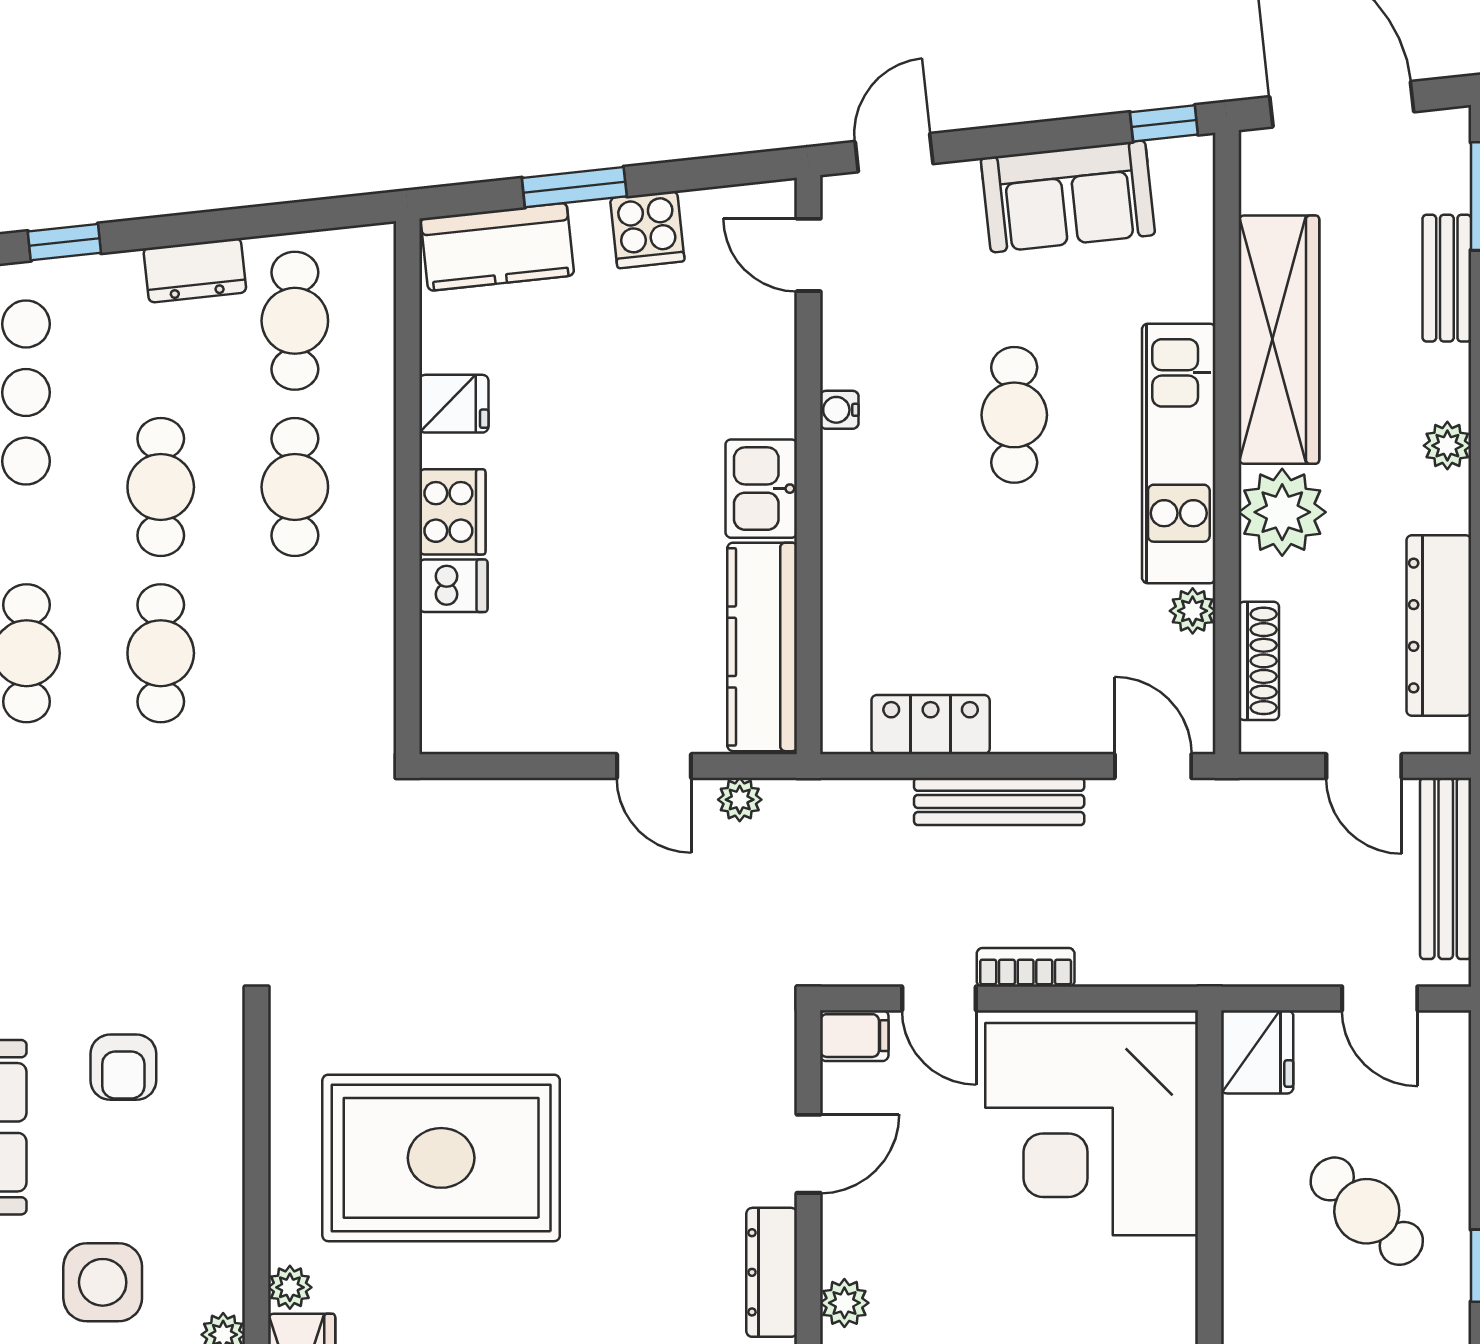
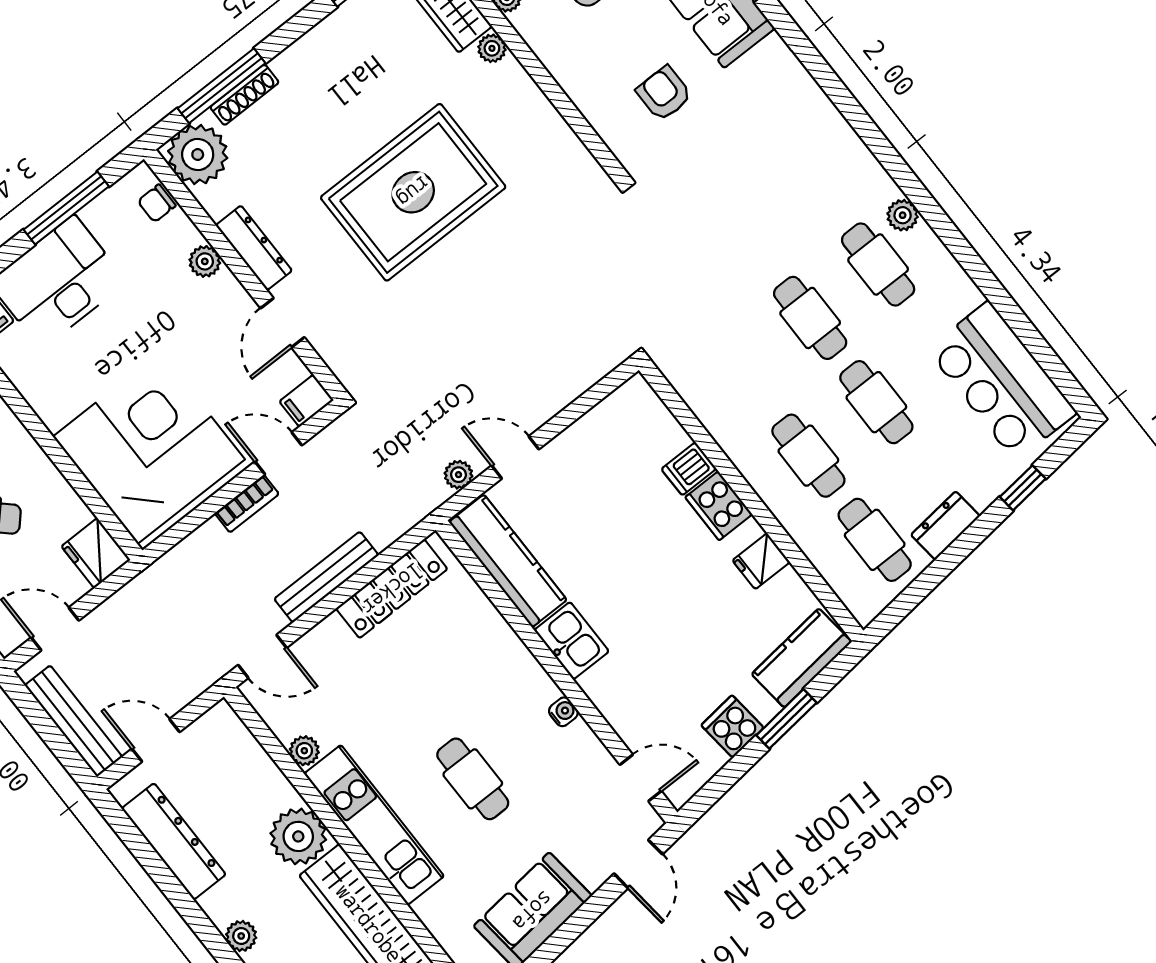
shoe rack: (1259, 661) -> (251, 752), removed
locker: (931, 725) -> (392, 589), width x1.53
rug: (441, 1158) -> (413, 192), moved

